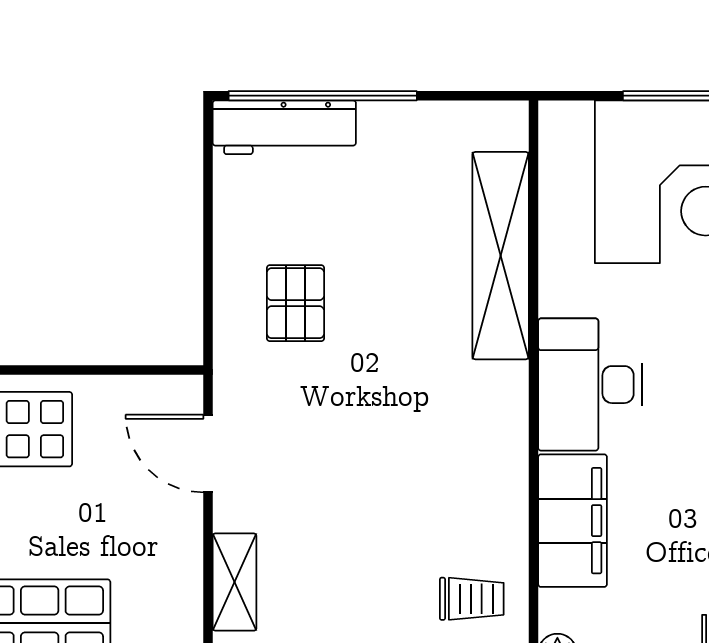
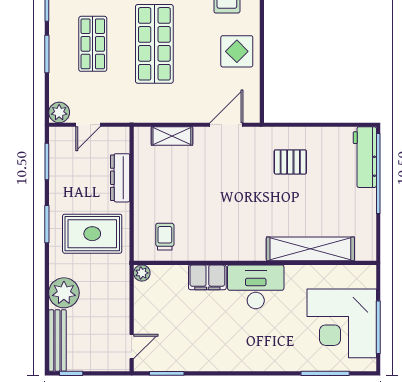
filing cabinet: (573, 521) -> (207, 277), width x0.67, depth x0.86
trolley: (472, 599) -> (165, 237), turned 180

